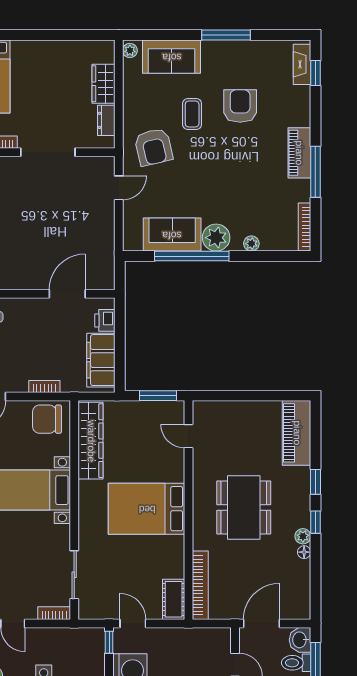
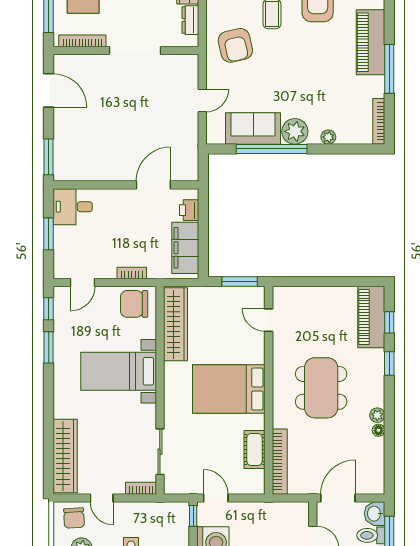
piano: (299, 153) -> (370, 42), width x1.37, depth x1.33
door: (119, 188) -> (202, 100), moved
window: (315, 522) -> (389, 322), moved
cot: (174, 599) -> (254, 450), moved

